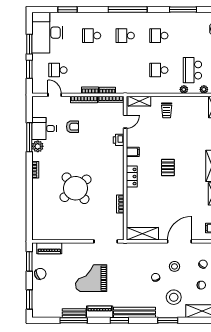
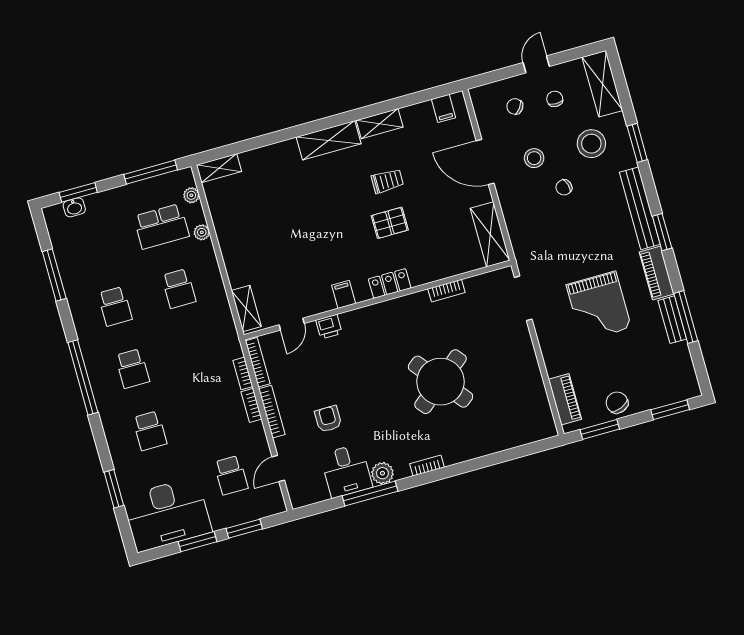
trolley: (167, 110) -> (387, 181), moved
door: (125, 122) -> (292, 324), swing flipped
pallet: (168, 167) -> (390, 223), moved

